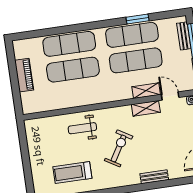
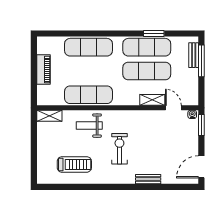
exercise mat: (73, 70) -> (88, 95), moved
shelving: (146, 108) -> (49, 116), moved
exercise bike: (119, 148) -> (119, 149), turned -31
treadmill: (72, 173) -> (74, 164), turned 180

